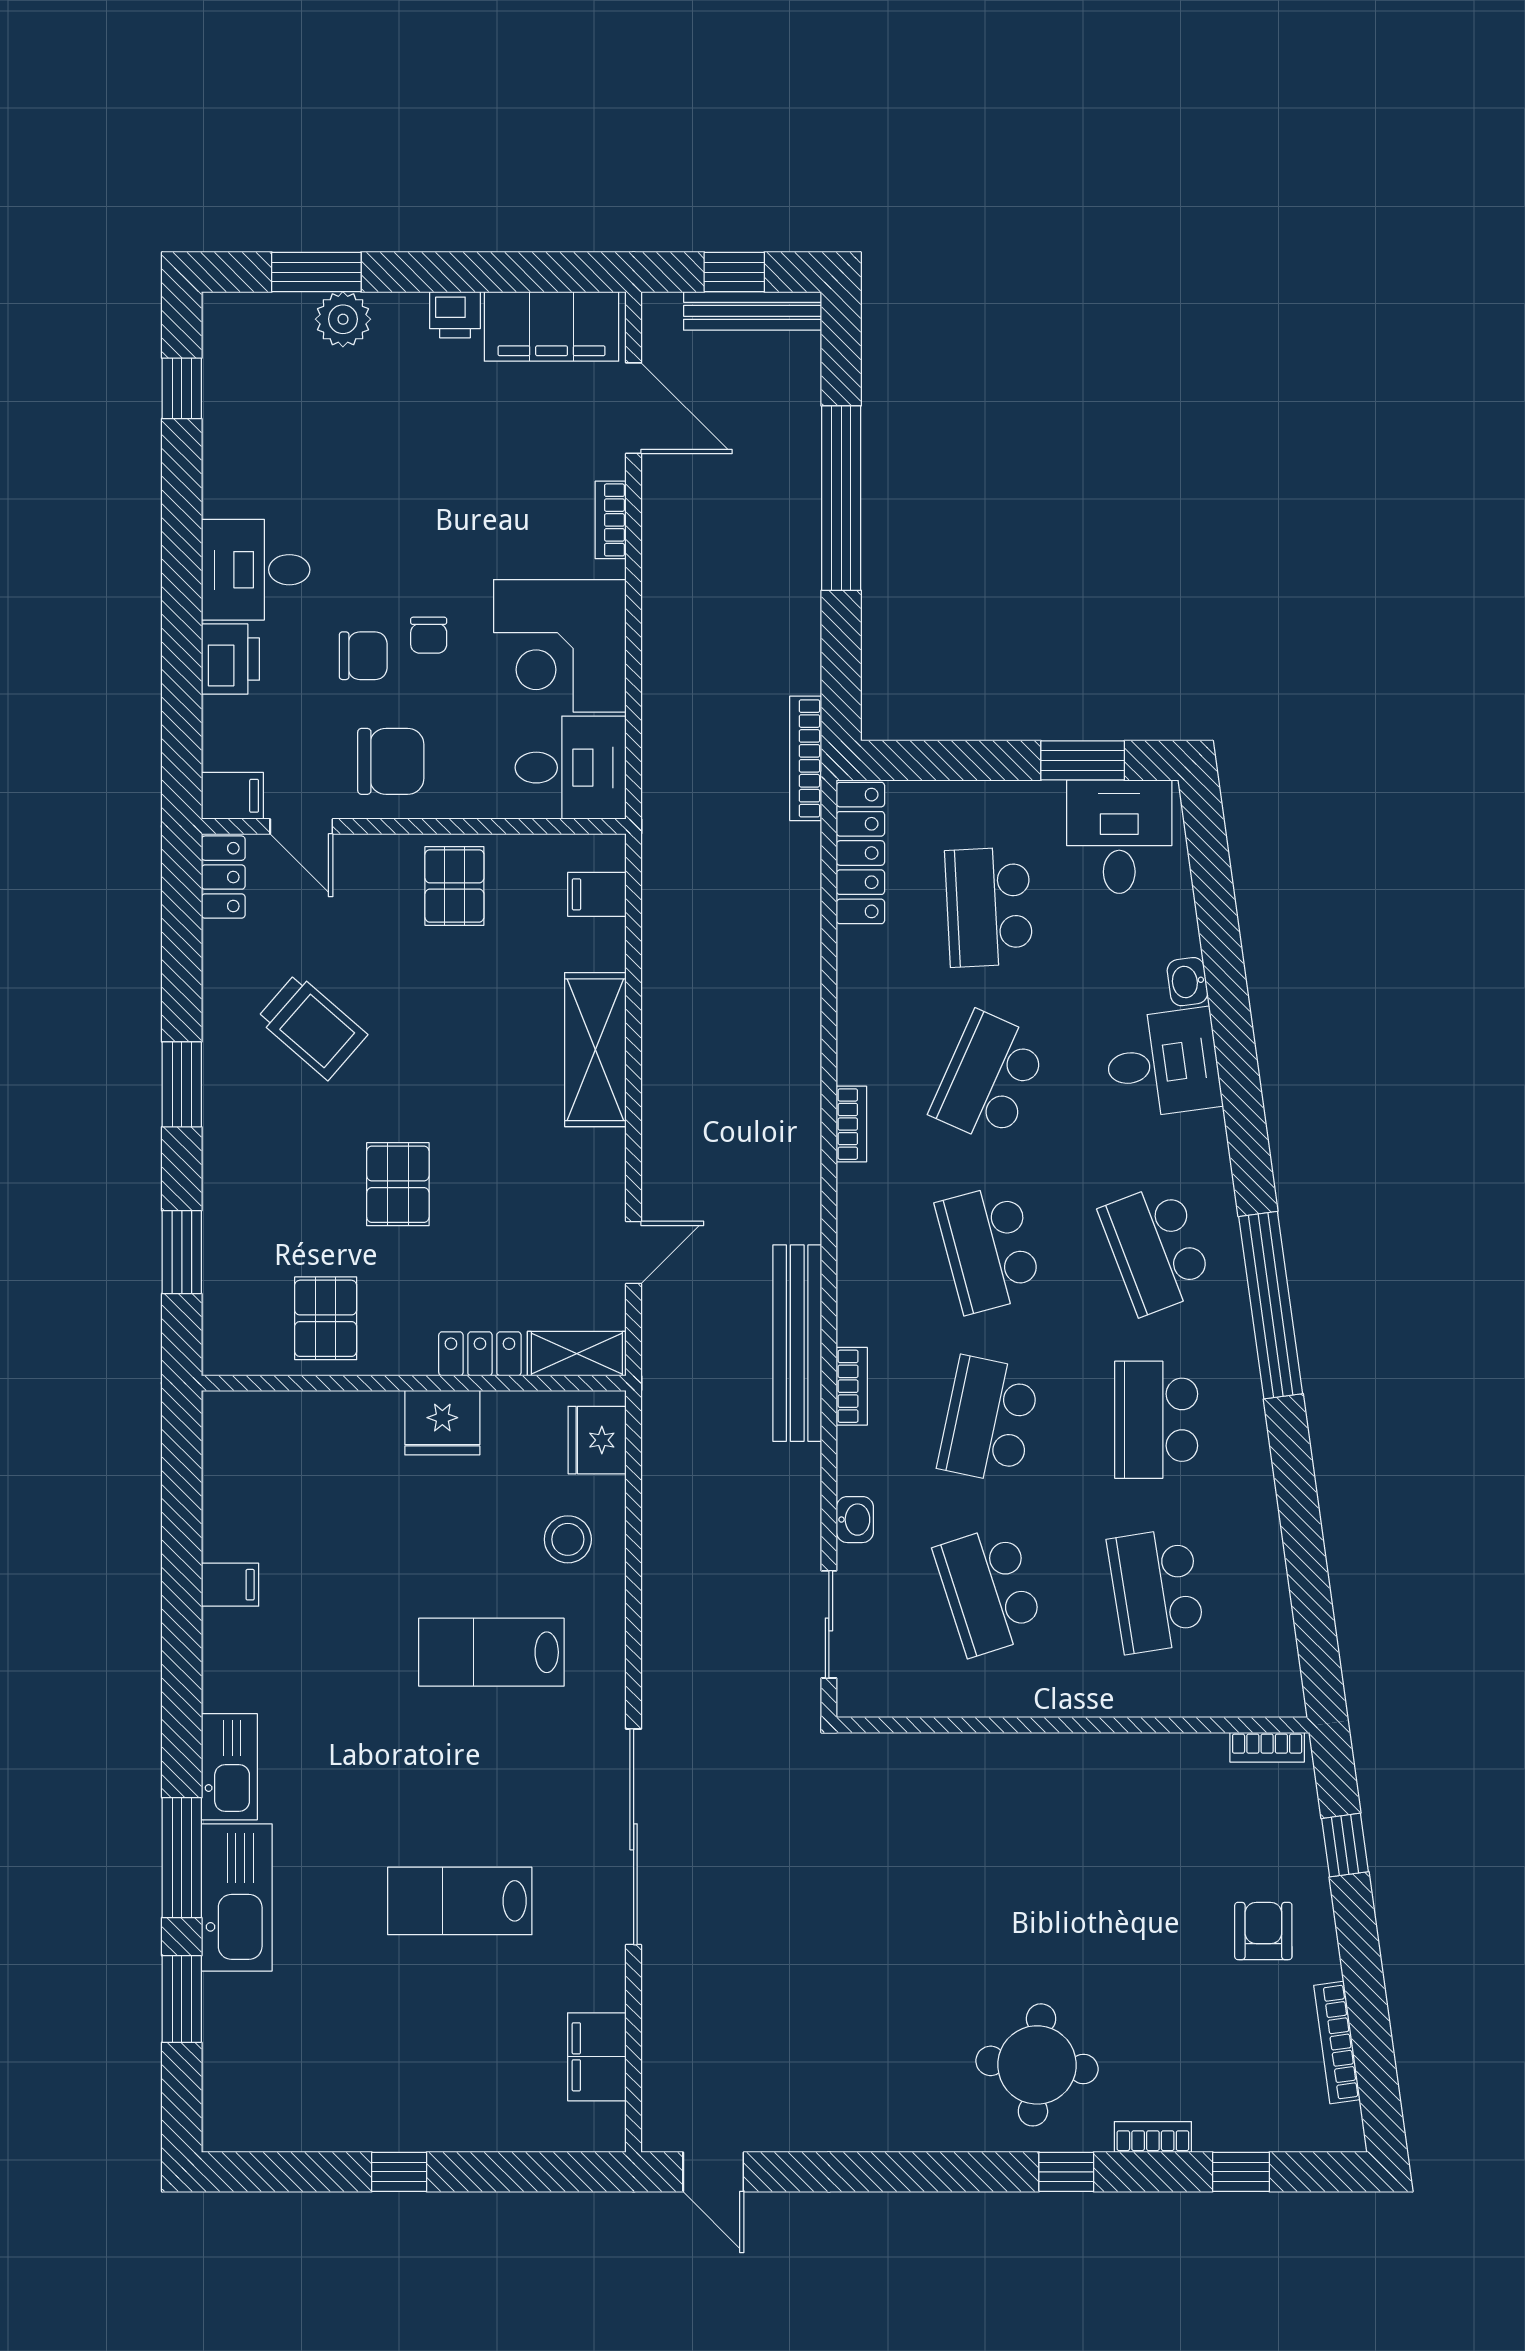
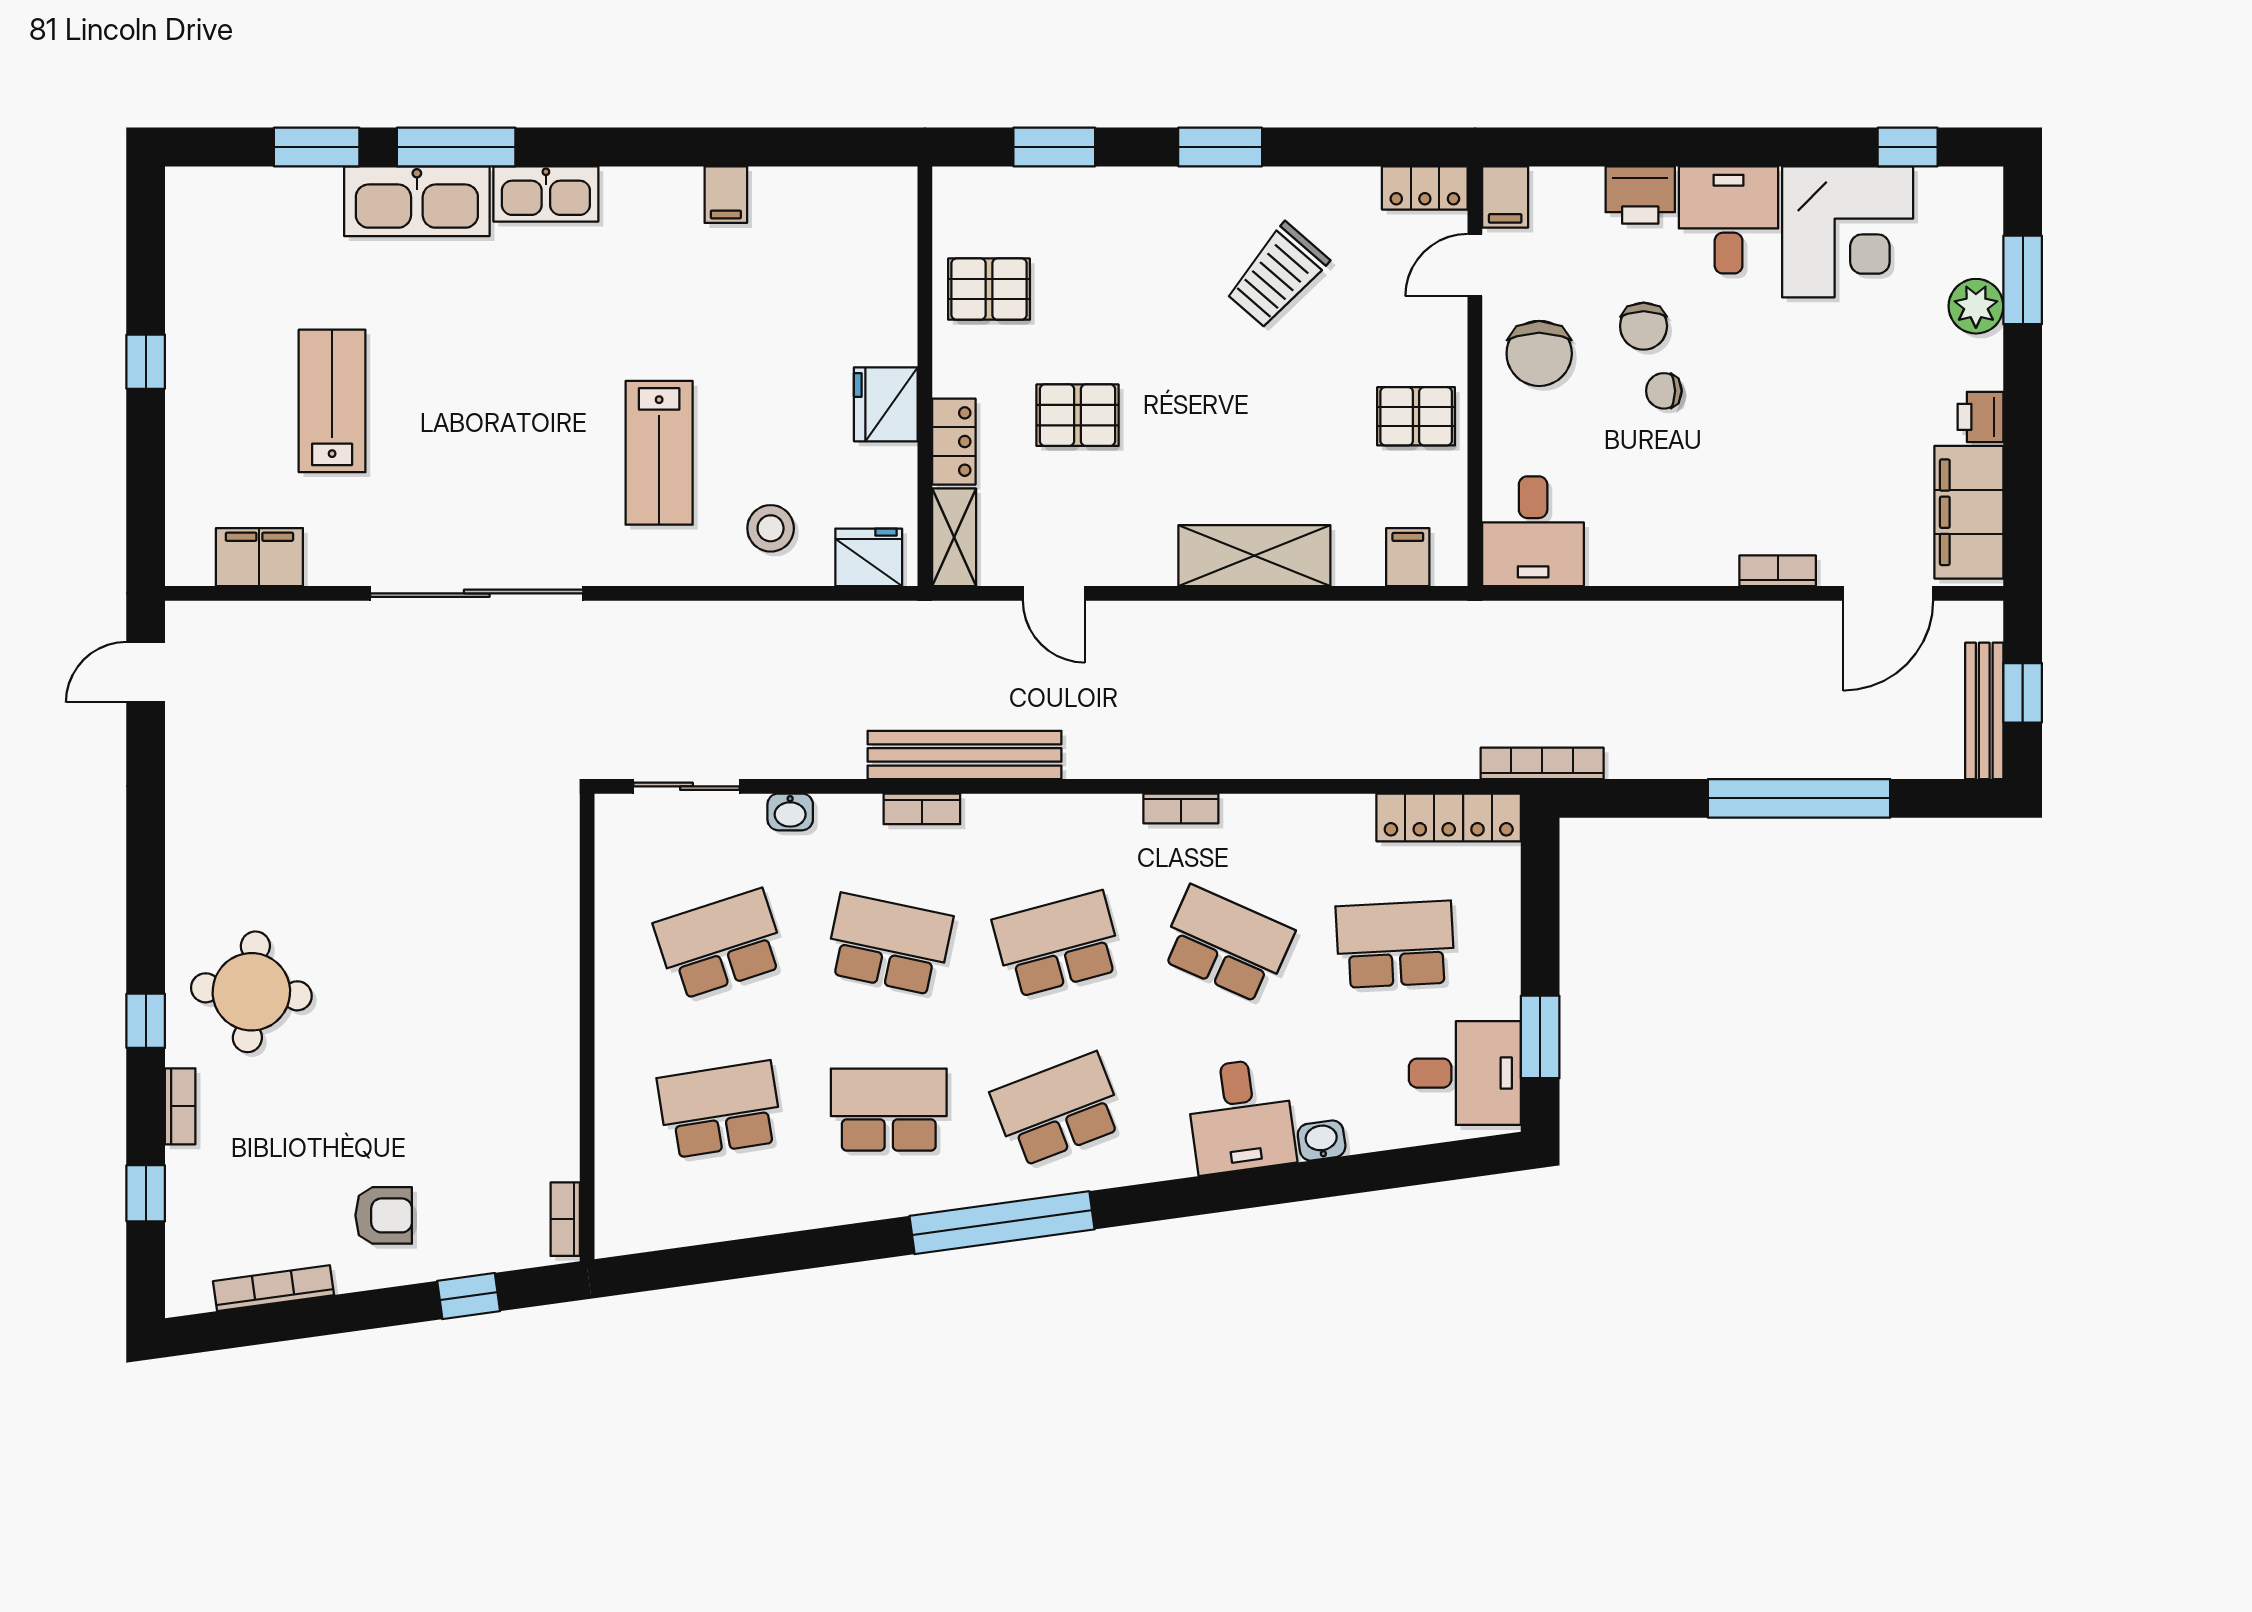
corner desk: (560, 646) -> (1848, 232), moved, turned 180
pallet: (398, 1184) -> (1078, 415), moved
lab bench: (491, 1652) -> (659, 453), turned 180
lab bench: (460, 1901) -> (332, 401), moved

